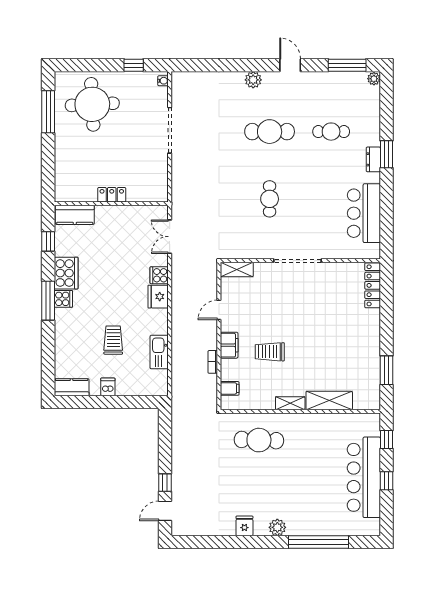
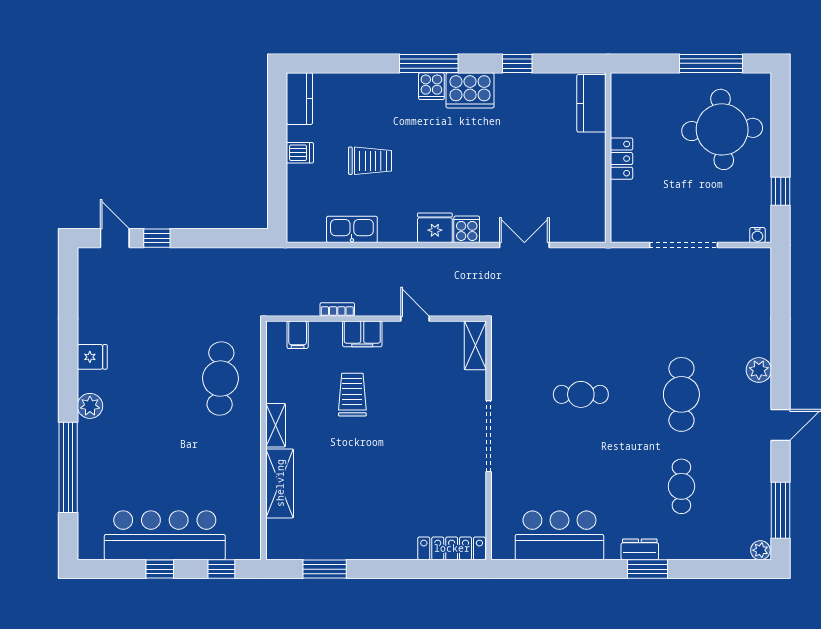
locker: (112, 195) -> (622, 159), moved
wall: (111, 204) -> (608, 158), moved
kitchen counter: (75, 215) -> (591, 103), moved

